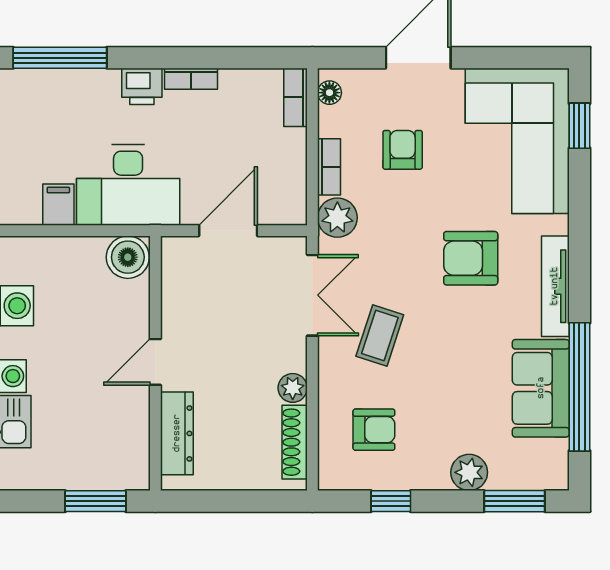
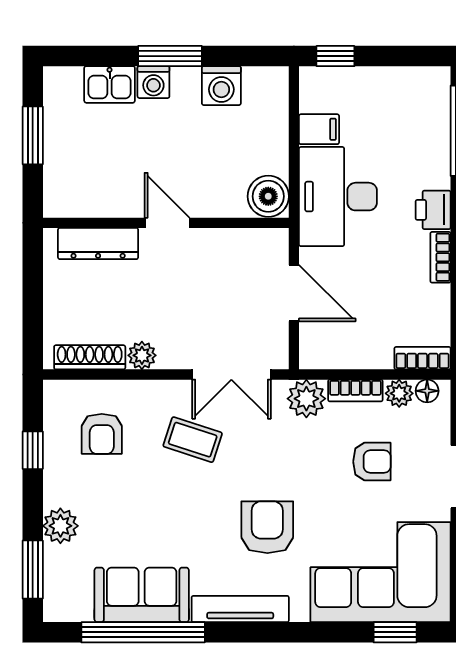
plant: (332, 122) -> (399, 393), added
window: (95, 501) -> (33, 135), moved

